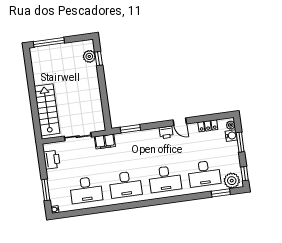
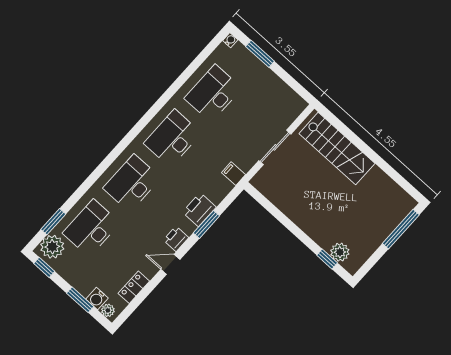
window: (130, 129) -> (206, 224), moved
filing cabinet: (105, 142) -> (234, 174), width x0.50
printer: (52, 160) -> (199, 210), moved, turned 90

